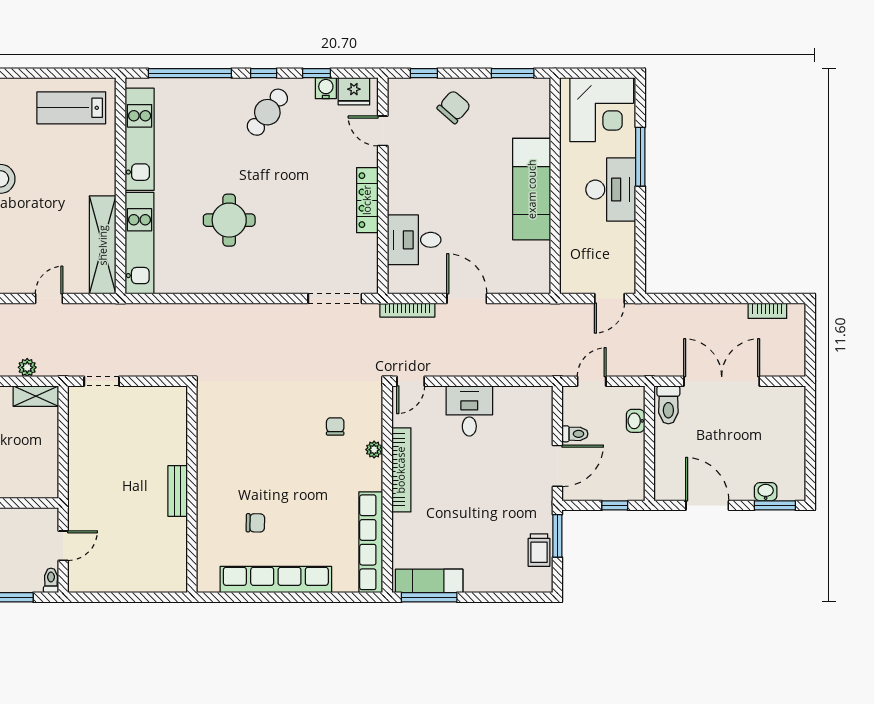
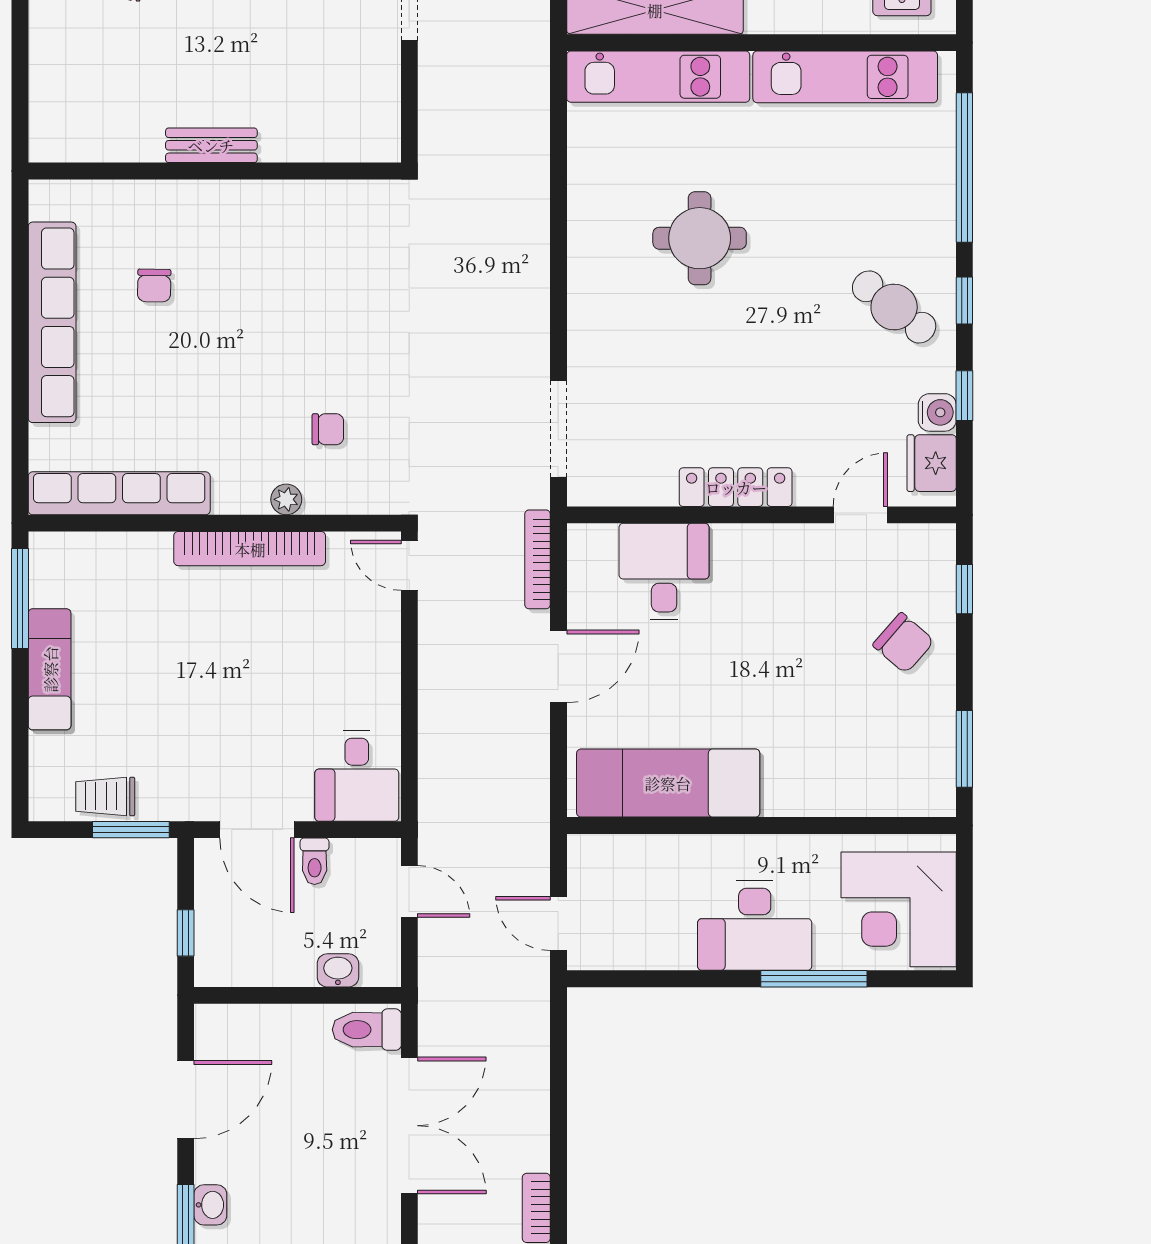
exam couch: (532, 189) -> (668, 783), moved
desk: (469, 411) -> (357, 776), moved, turned 90
exam couch: (429, 581) -> (50, 669), moved

